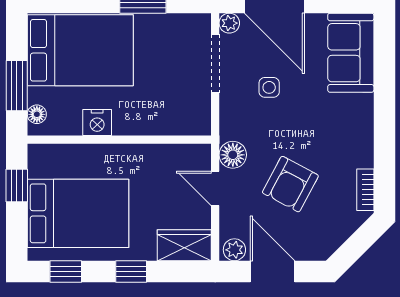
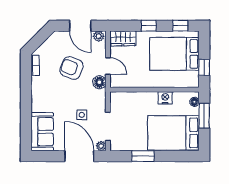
armchair: (290, 184) -> (72, 68), turned -97

